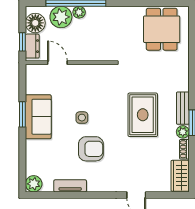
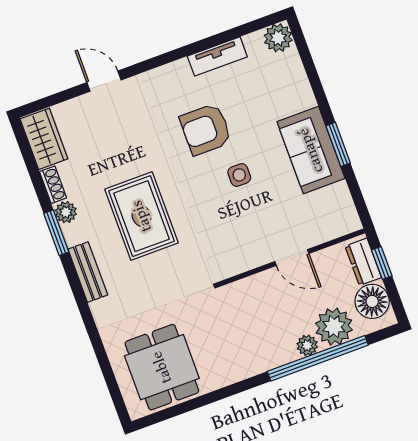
door: (57, 63) -> (292, 257), moved
bench: (183, 108) -> (88, 272), moved

